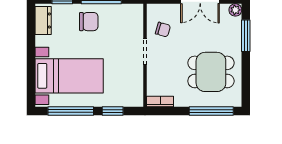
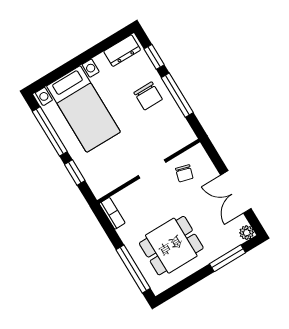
dining table: (211, 72) -> (171, 246), turned 90

